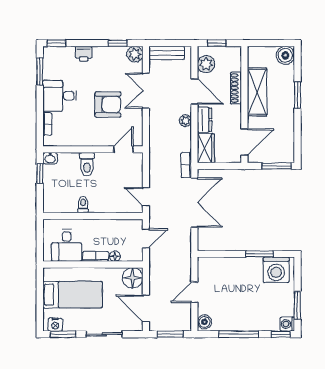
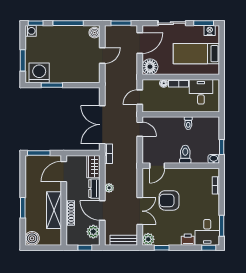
desk: (60, 96) -> (207, 232), moved, turned 90
window: (297, 305) -> (23, 60), moved
door: (146, 308) -> (140, 43), hinge flipped

